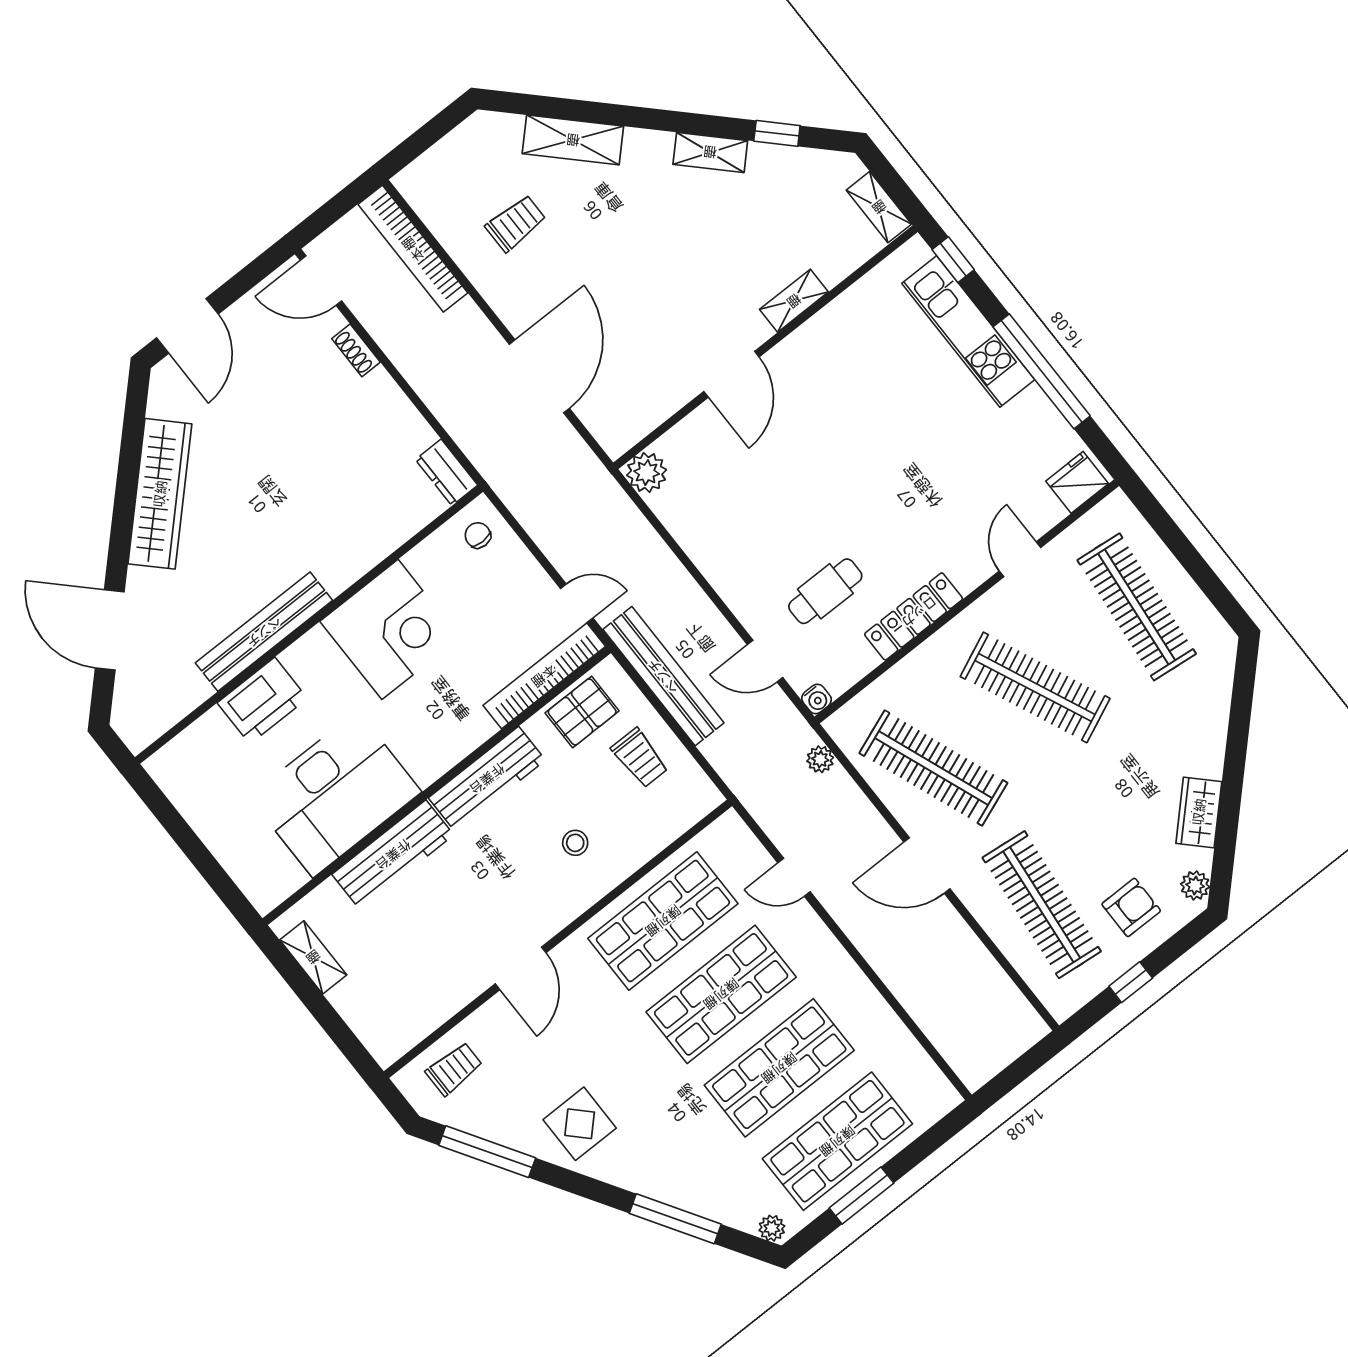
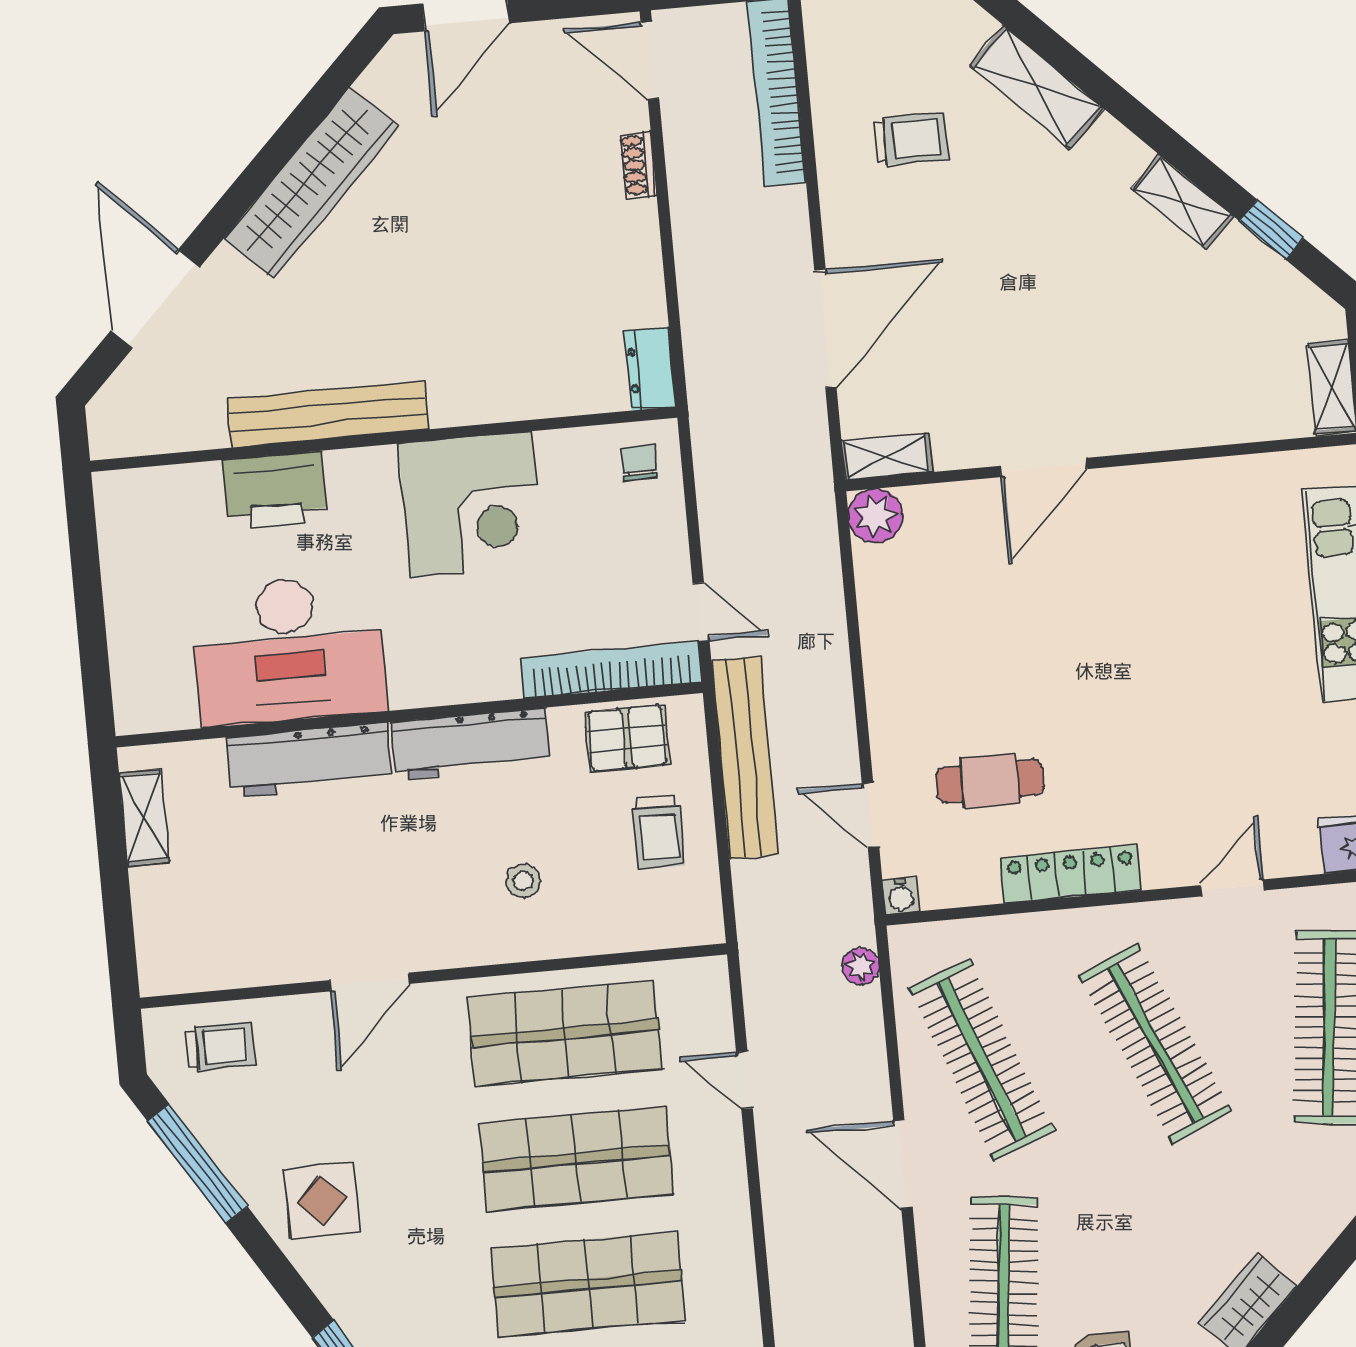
shelving: (794, 301) -> (887, 457), moved

